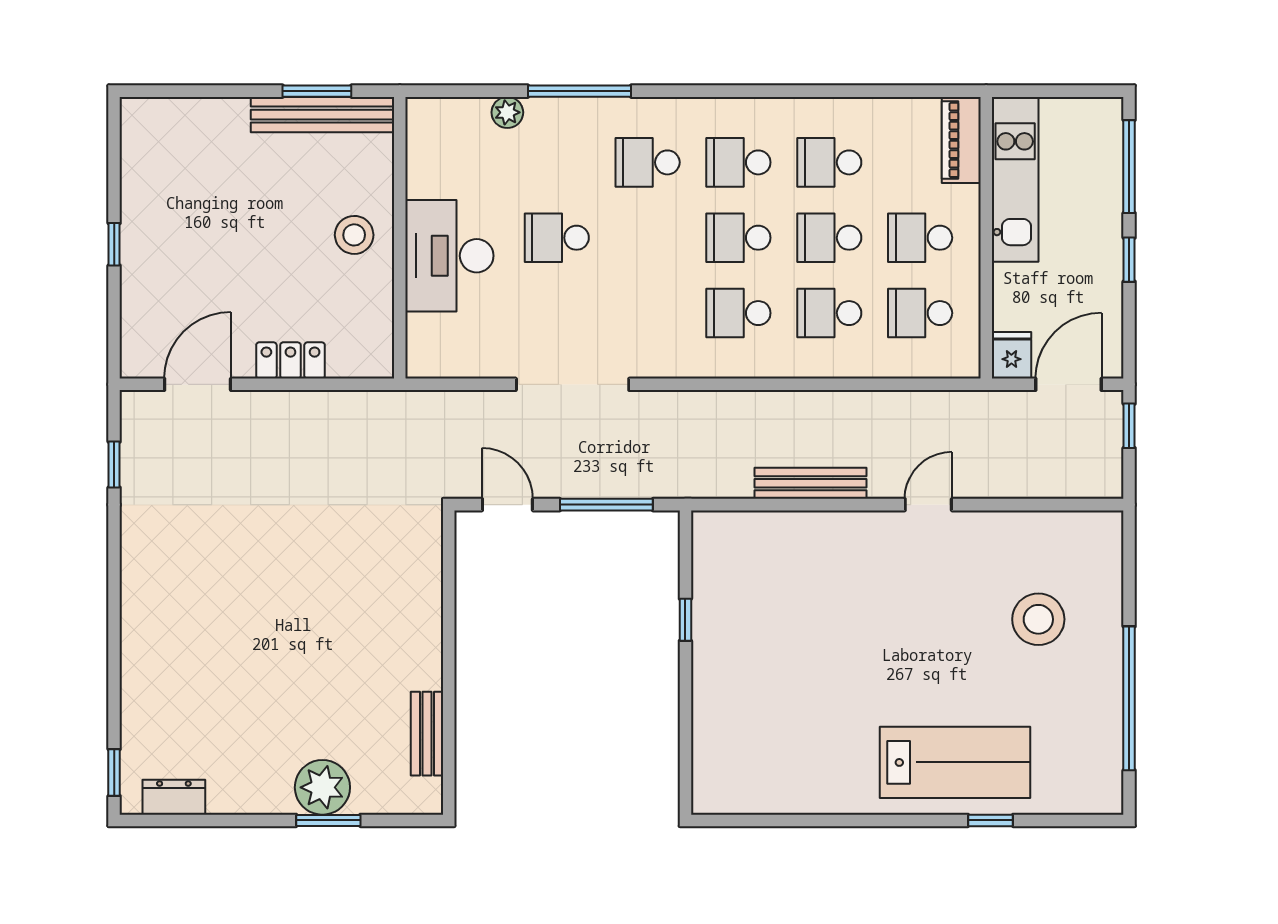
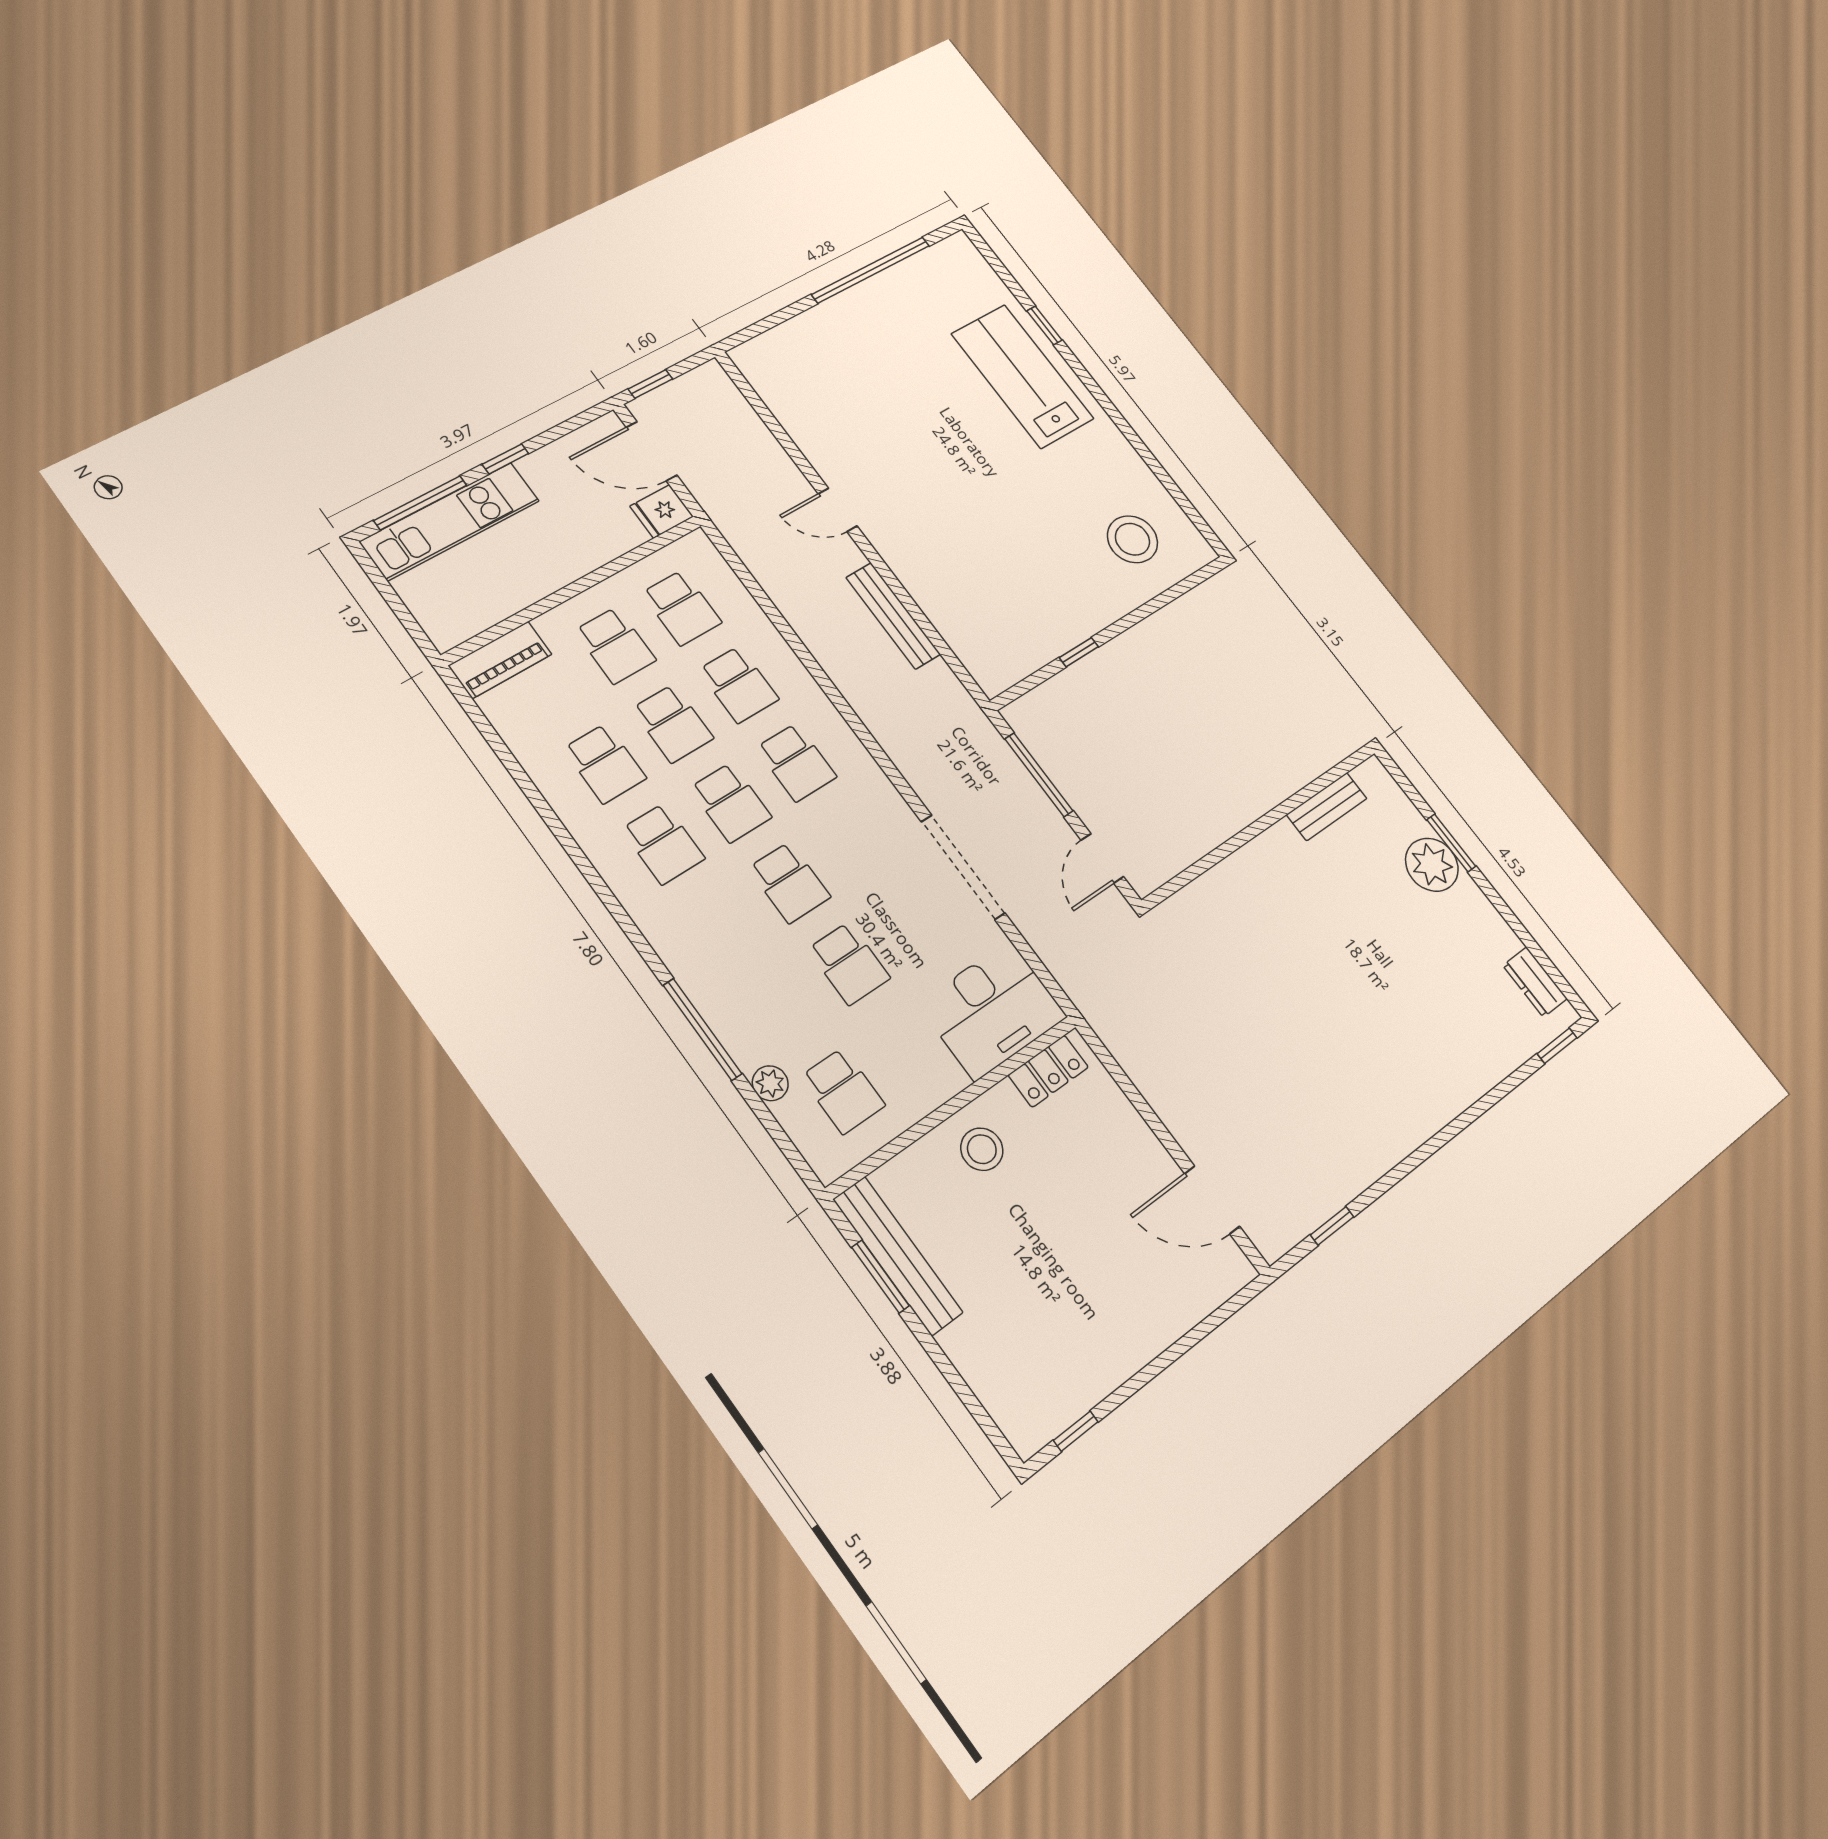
school desk: (466, 162) -> (843, 1091), added
school desk: (648, 162) -> (789, 882), moved
kitchen unit: (1015, 179) -> (450, 521), moved, turned 180
window: (114, 244) -> (1076, 1431), moved
desk: (449, 256) -> (992, 1010), moved
locker: (290, 360) -> (1048, 1071), moved, turned -90
stool: (1038, 619) -> (1132, 539), moved

